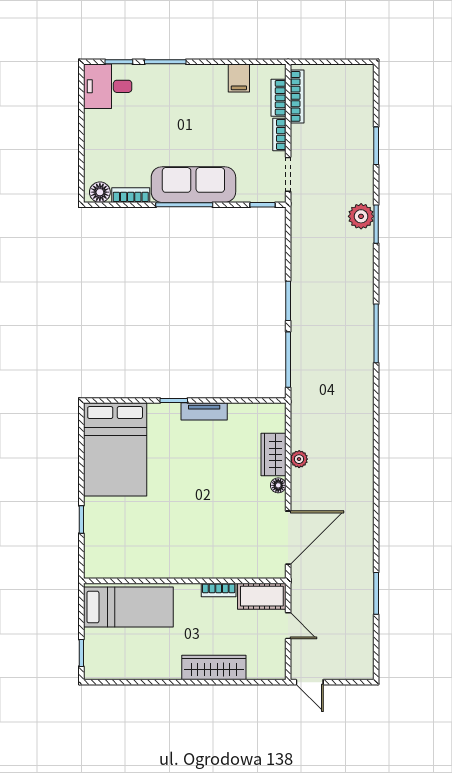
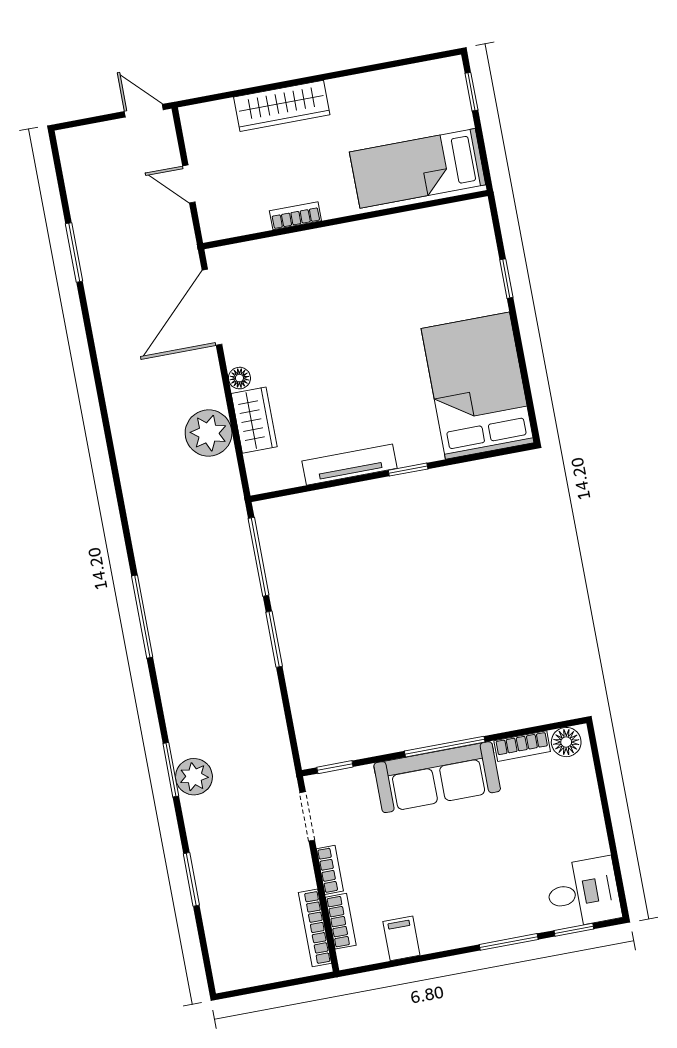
tv unit: (204, 411) -> (350, 465), width x1.41
plant: (299, 459) -> (209, 433), width x1.87, depth x1.87
cot: (262, 596) -> (233, 218), removed

